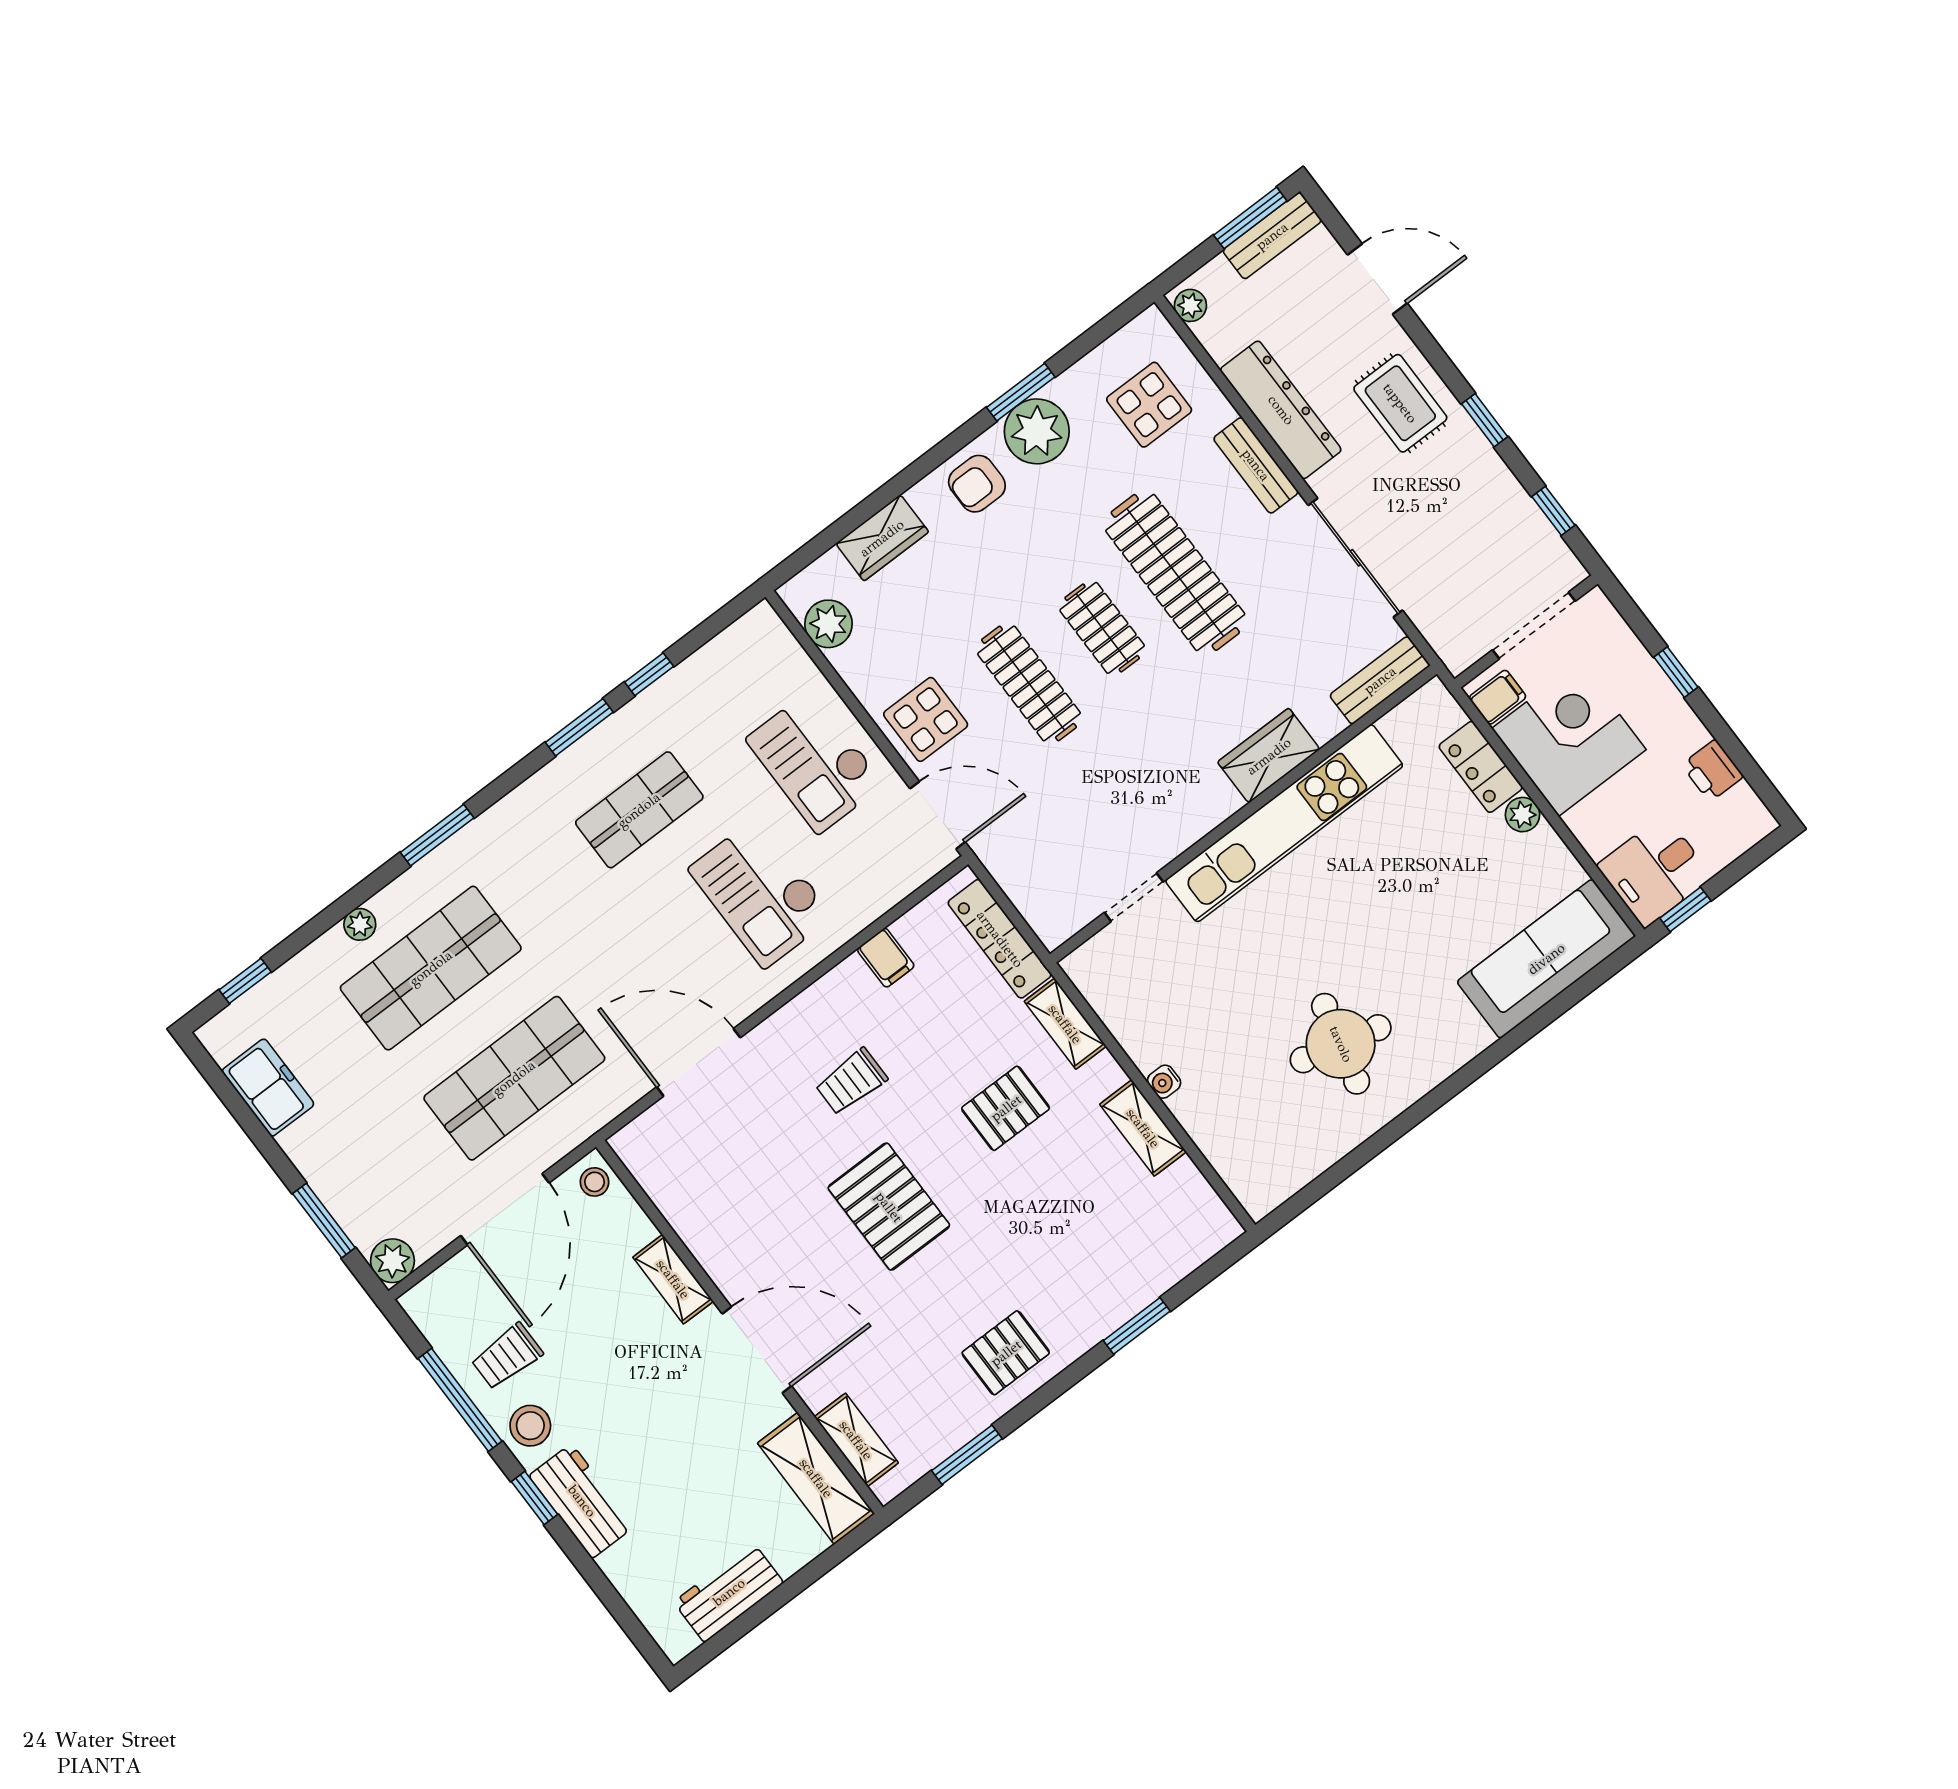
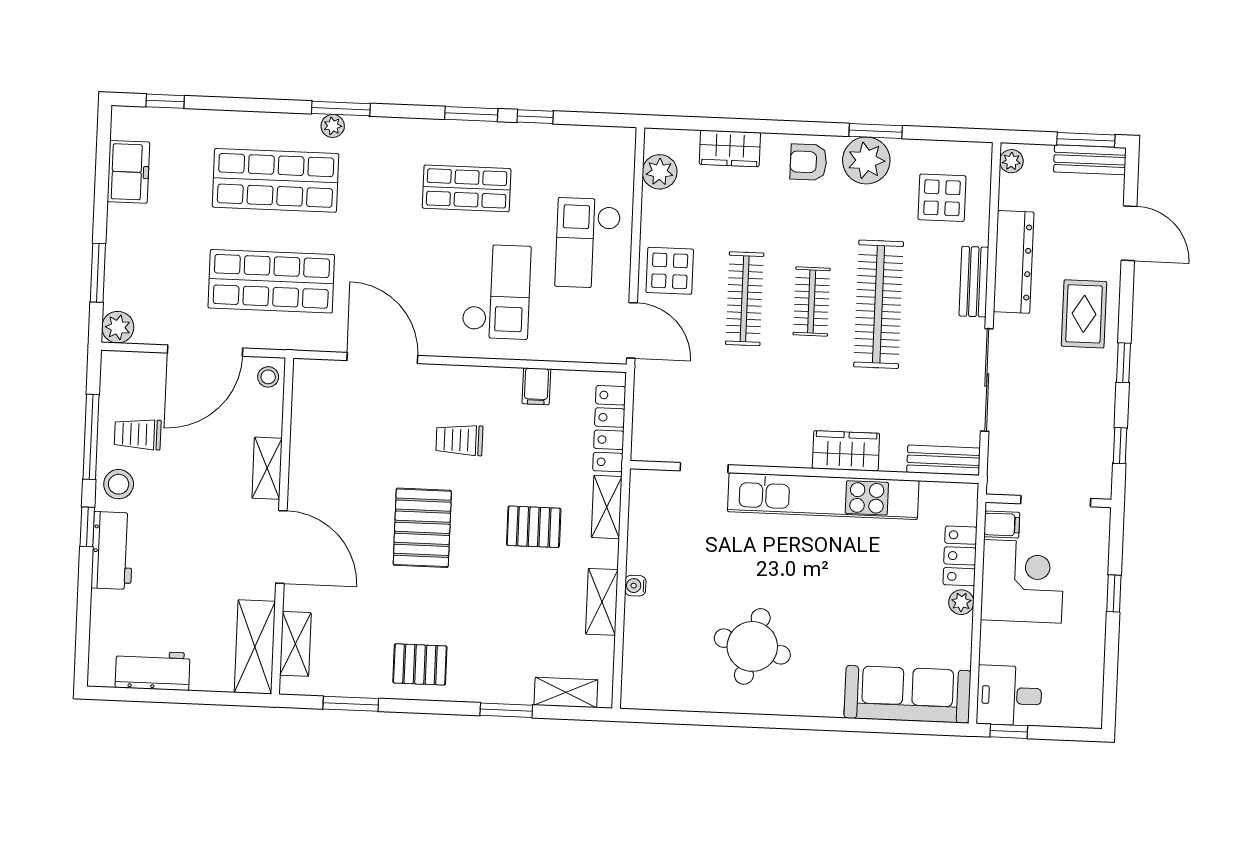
printer: (1713, 771) -> (1089, 666), removed
checkout: (761, 893) -> (496, 292), turned 180
plant: (360, 924) -> (333, 126), moved
shelving: (1184, 1255) -> (566, 692), added

